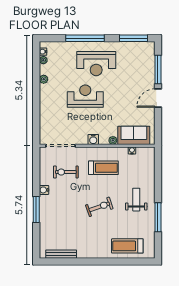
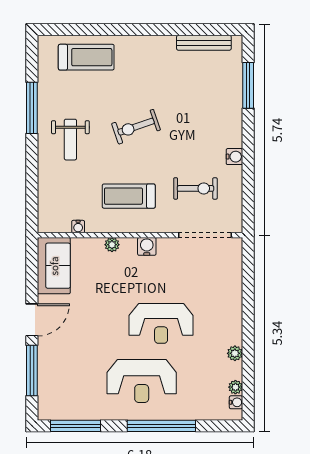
reception desk: (96, 64) -> (142, 381), turned 180
sofa: (134, 135) -> (54, 266), moved, turned -90
window: (36, 209) -> (248, 85), moved

